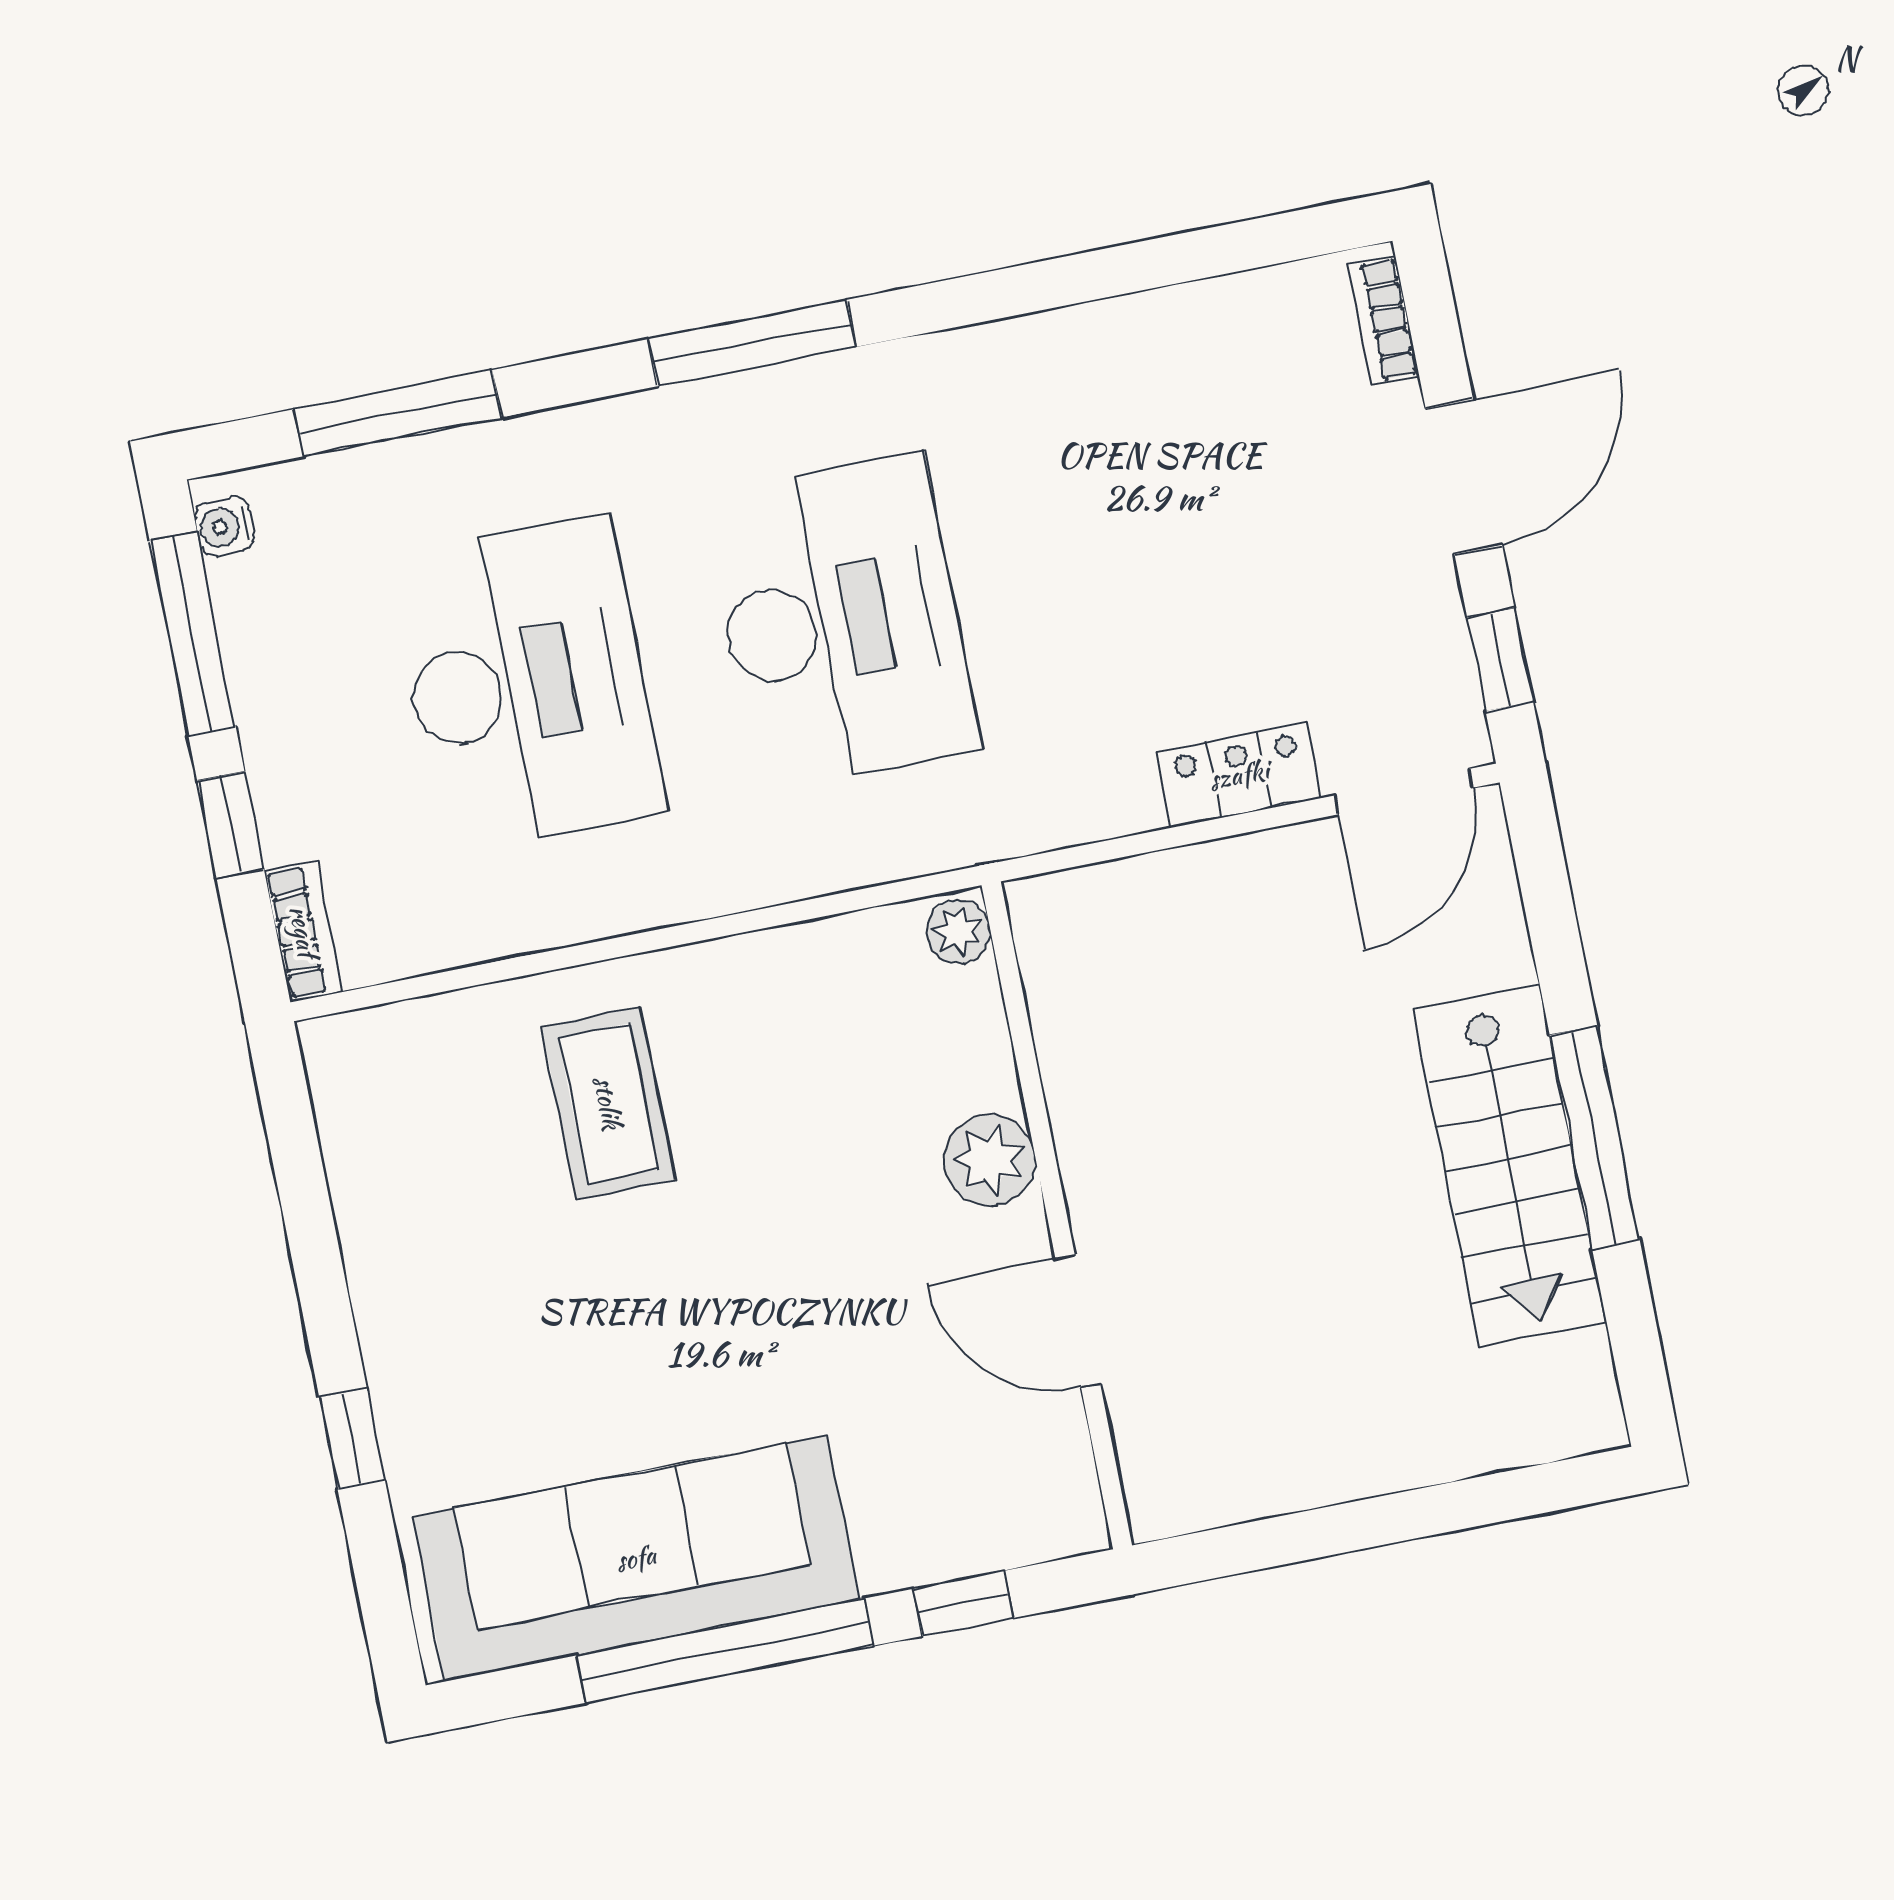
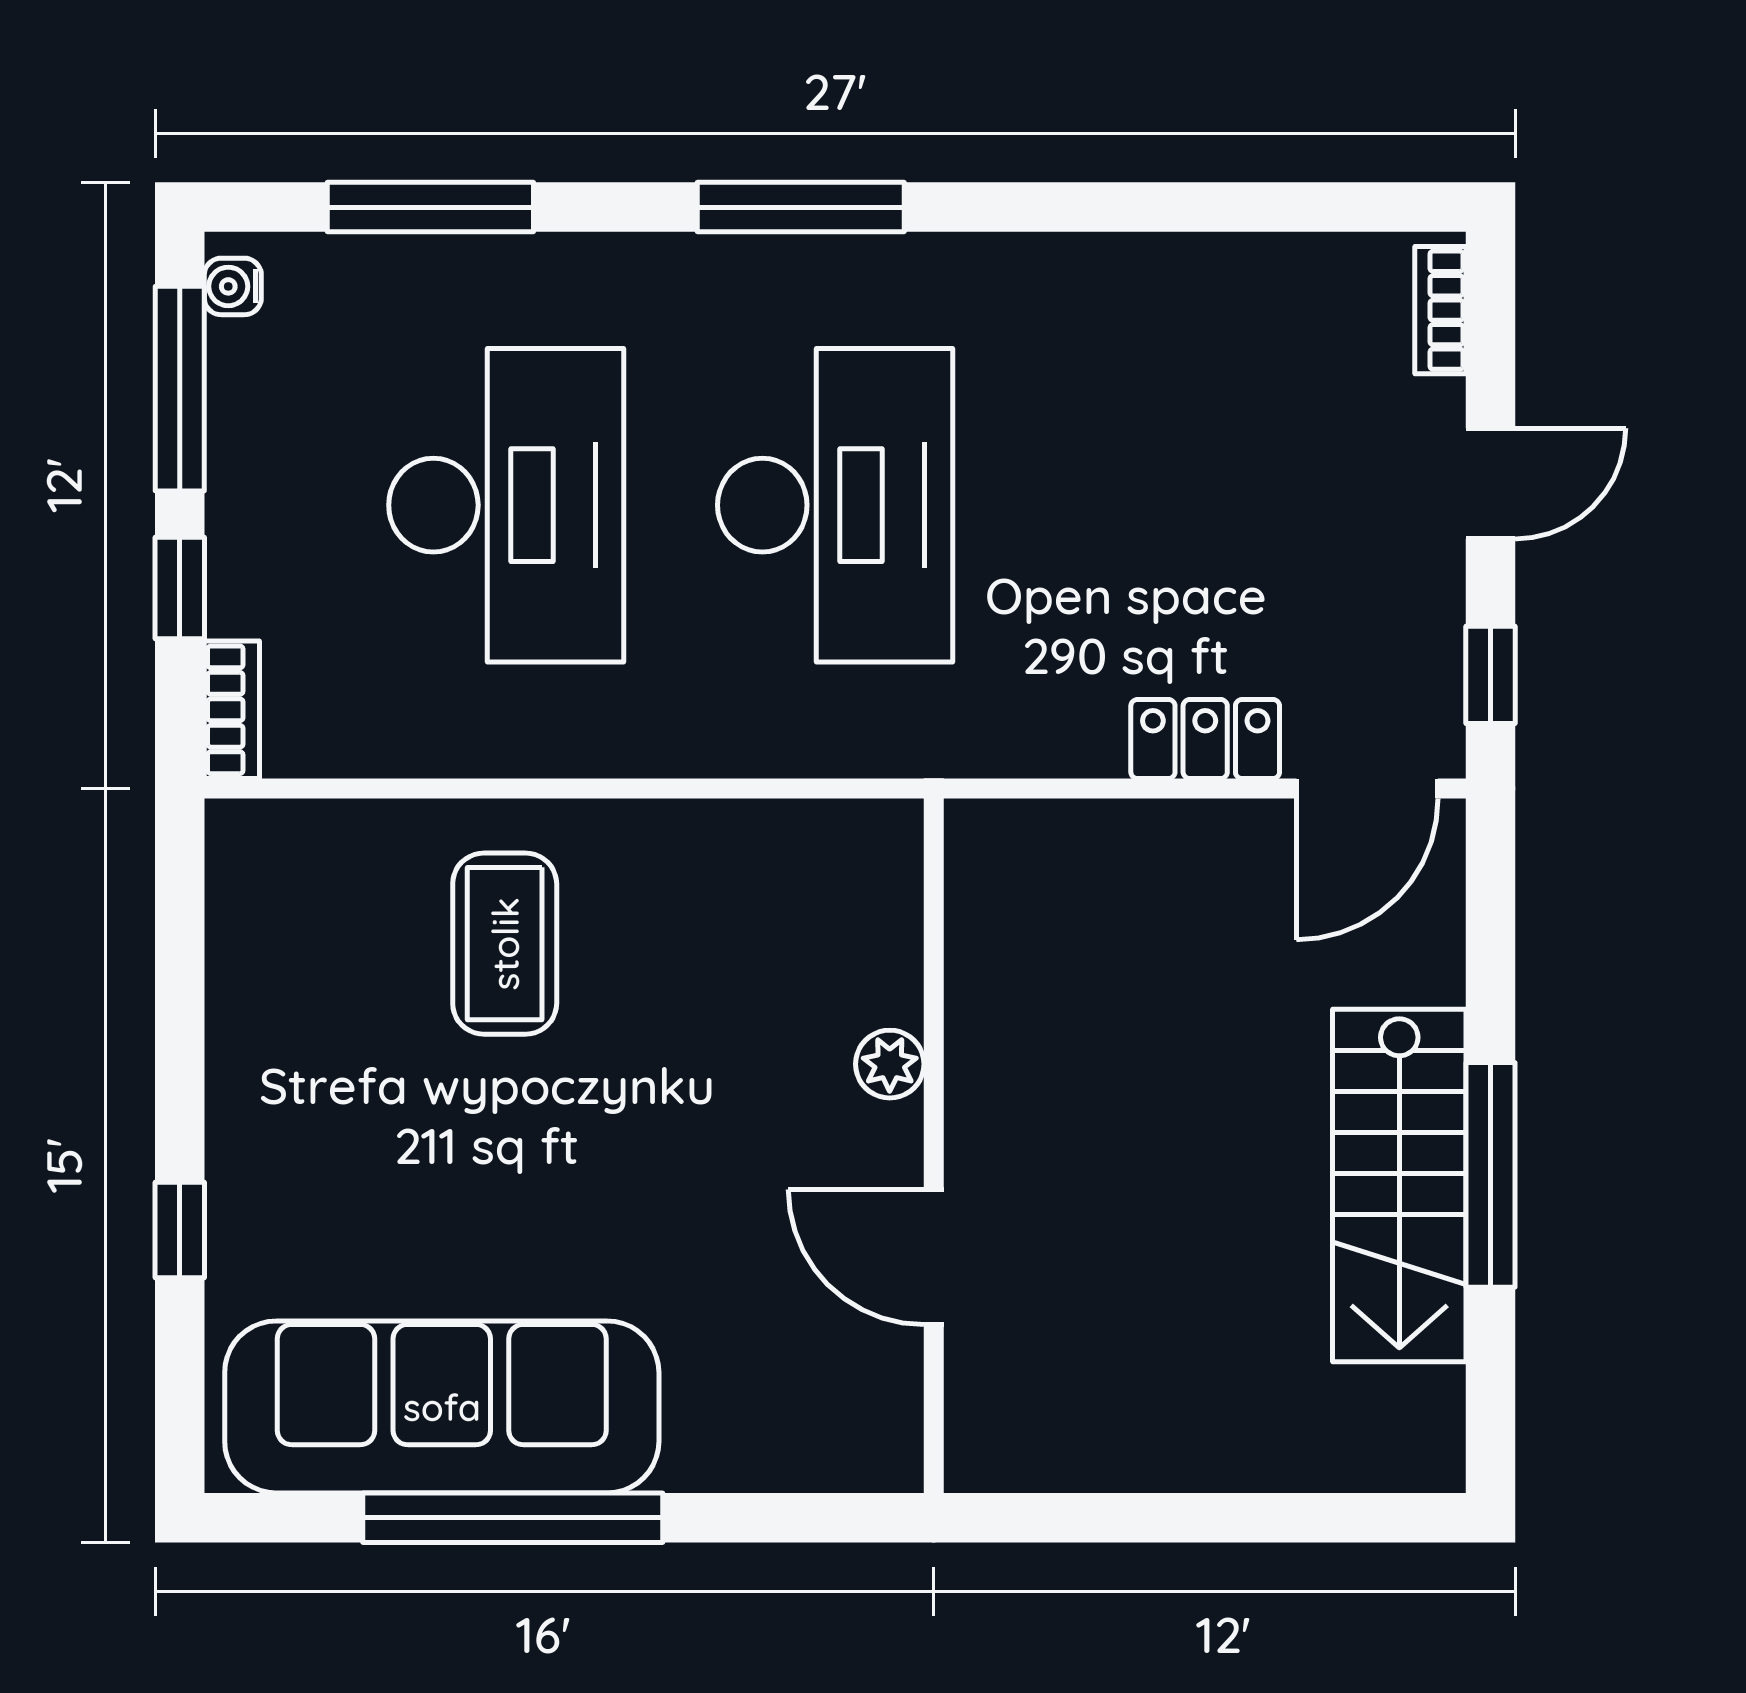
door: (1464, 477) -> (1490, 483), width x0.73
plant: (958, 932) -> (891, 841), removed
plant: (990, 1160) -> (890, 1064), width x0.73, depth x0.73
window: (963, 1603) -> (762, 1518), removed

